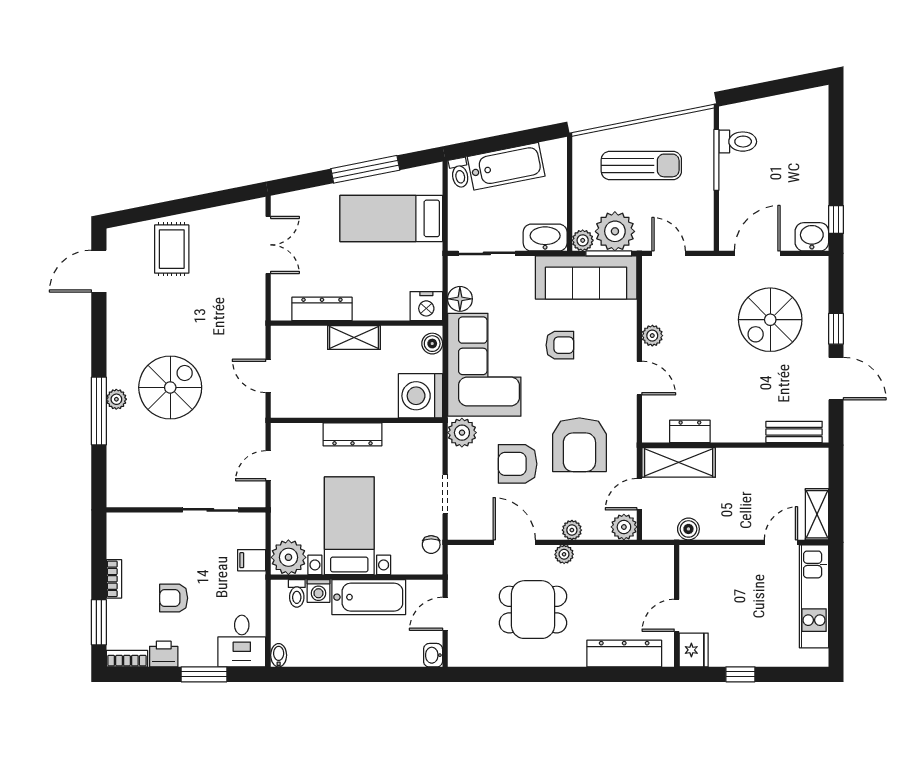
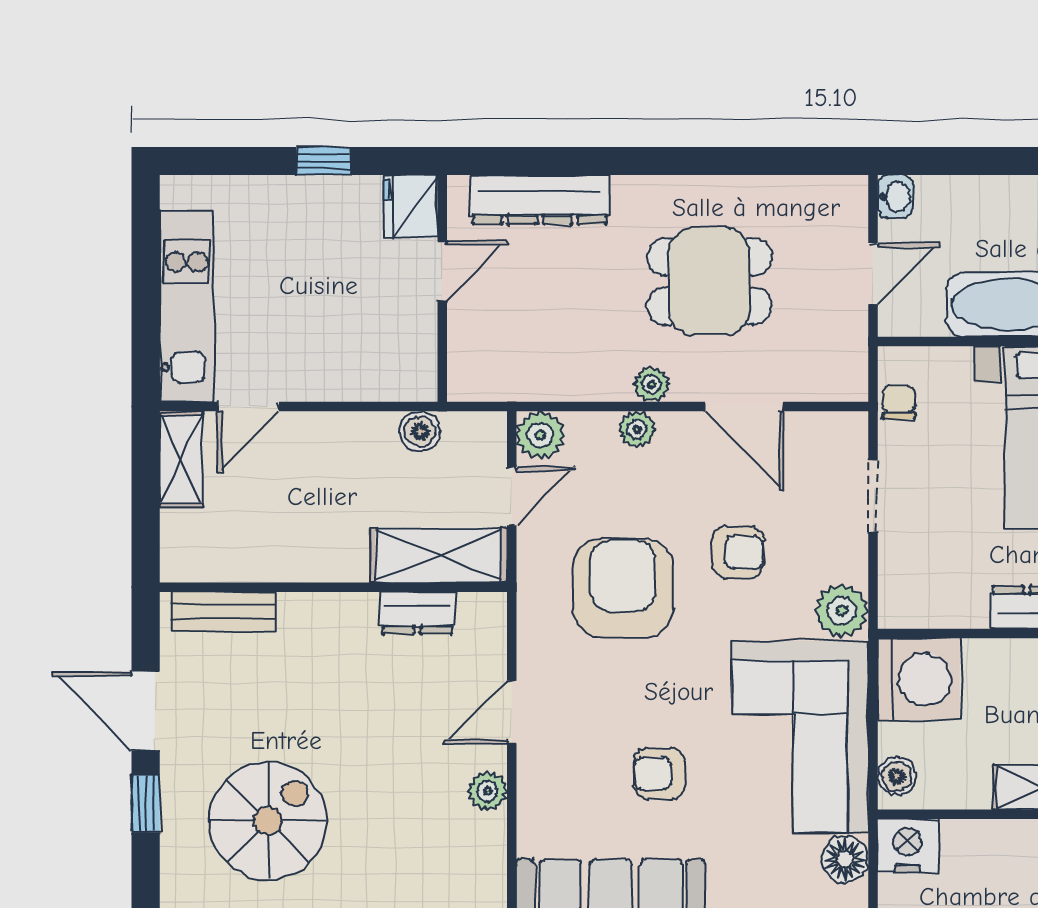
door: (639, 378) -> (512, 712), hinge flipped
armchair: (518, 464) -> (738, 552), width x0.72, depth x0.72

